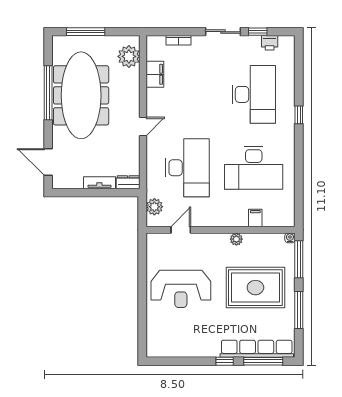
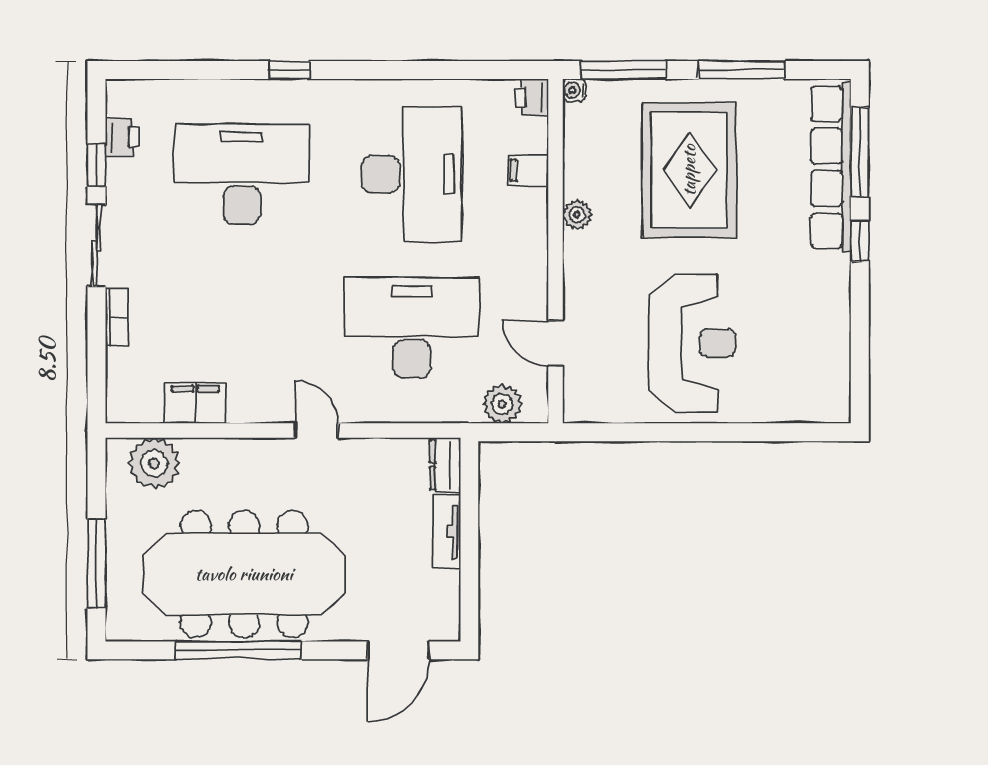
bookcase: (178, 40) -> (117, 317), moved
printer: (287, 219) -> (532, 97), added

